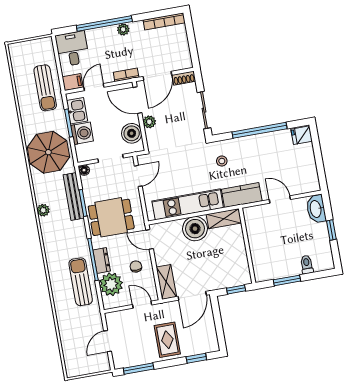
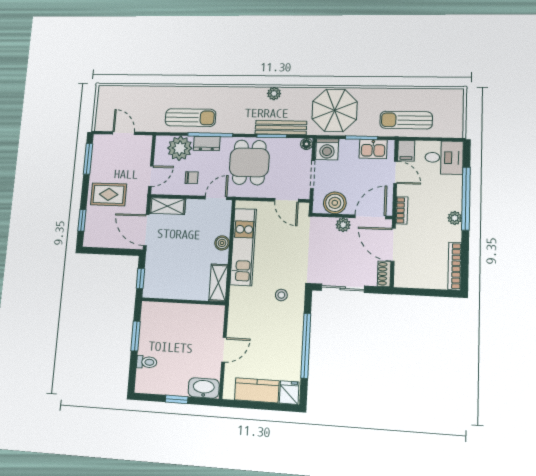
washing machine: (82, 133) -> (327, 149), moved
kitchen counter: (242, 195) -> (257, 390), moved, turned -90
boiler: (195, 229) -> (222, 243), width x0.54, depth x0.54

